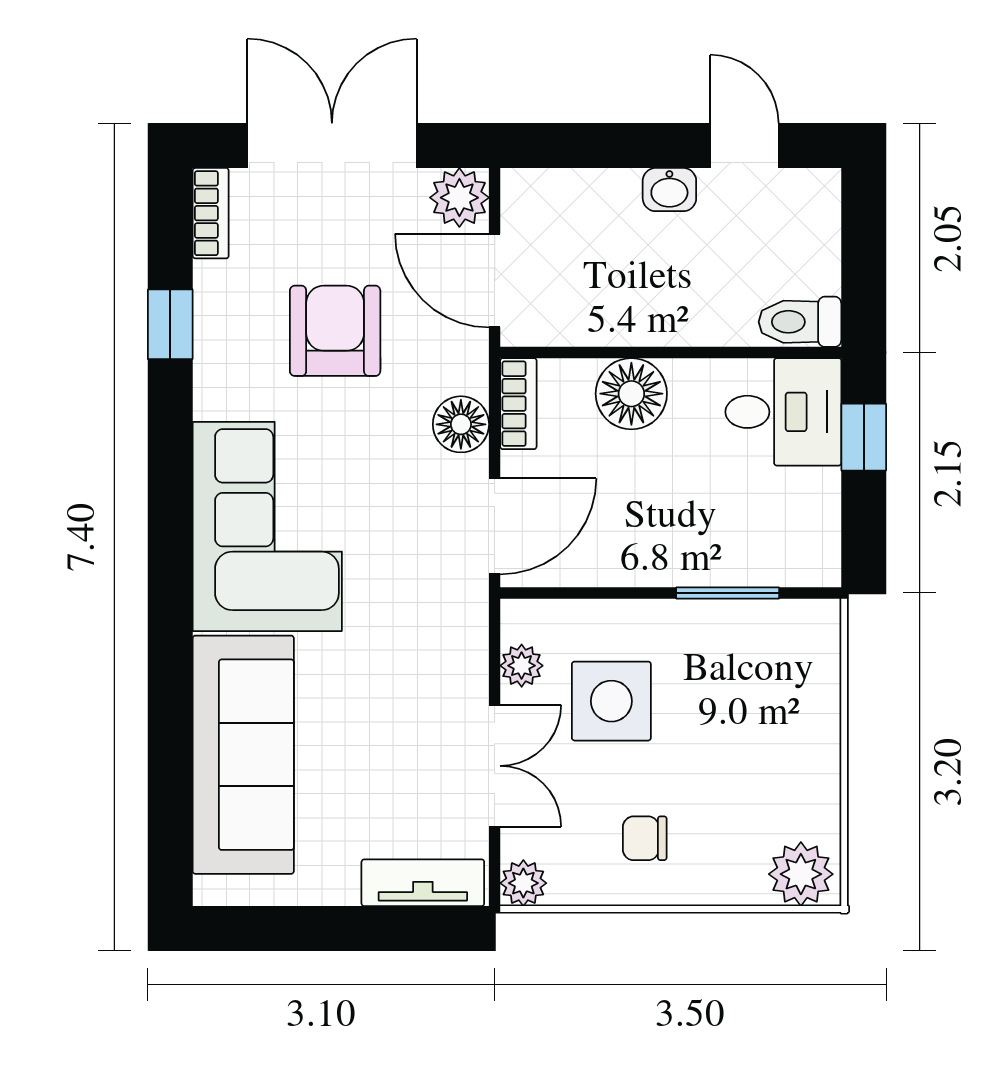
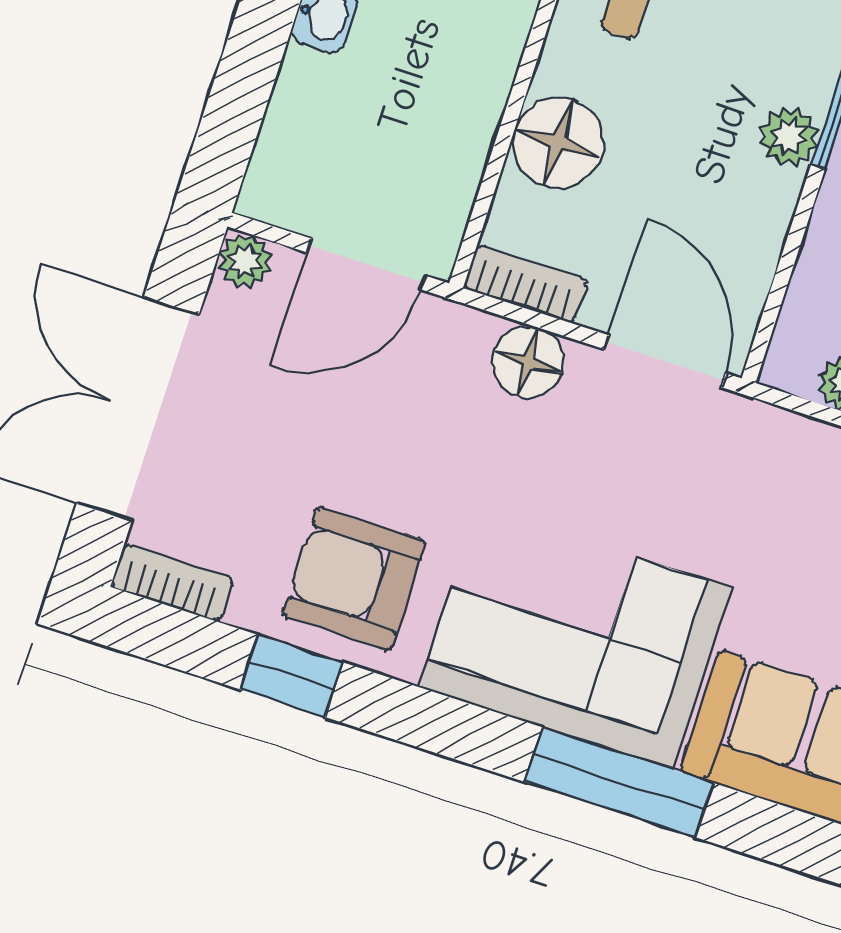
plant: (459, 198) -> (245, 261), width x0.73, depth x0.73
armchair: (335, 331) -> (354, 578), moved
plant: (692, 564) -> (789, 137), added
window: (170, 594) -> (619, 782), added

